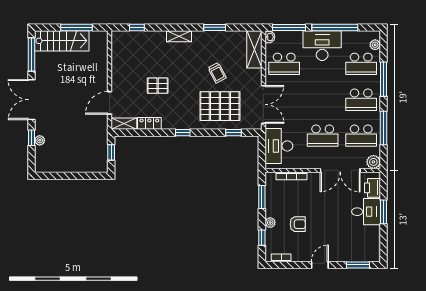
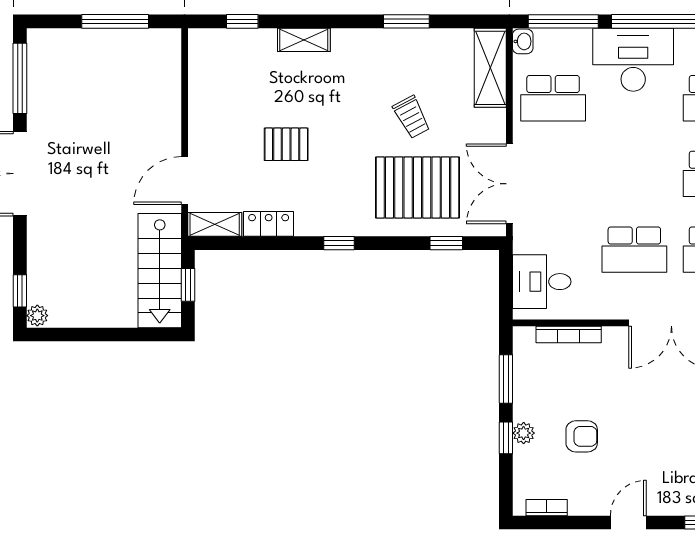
shelving: (179, 36) -> (304, 40), moved
stairs: (62, 41) -> (160, 271), moved, turned 90
double door: (263, 104) -> (509, 184), swing flipped
window: (31, 138) -> (20, 291), moved
plant: (40, 140) -> (37, 316), moved
desk: (279, 146) -> (542, 282), width x0.73
window: (262, 238) -> (506, 438), moved

